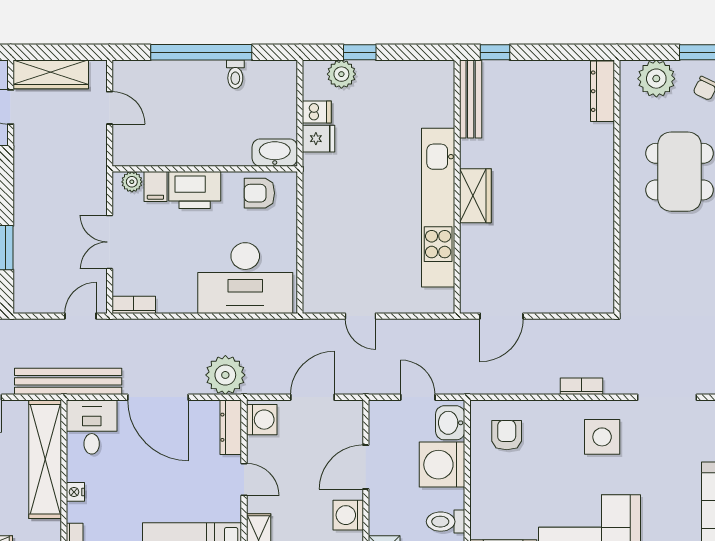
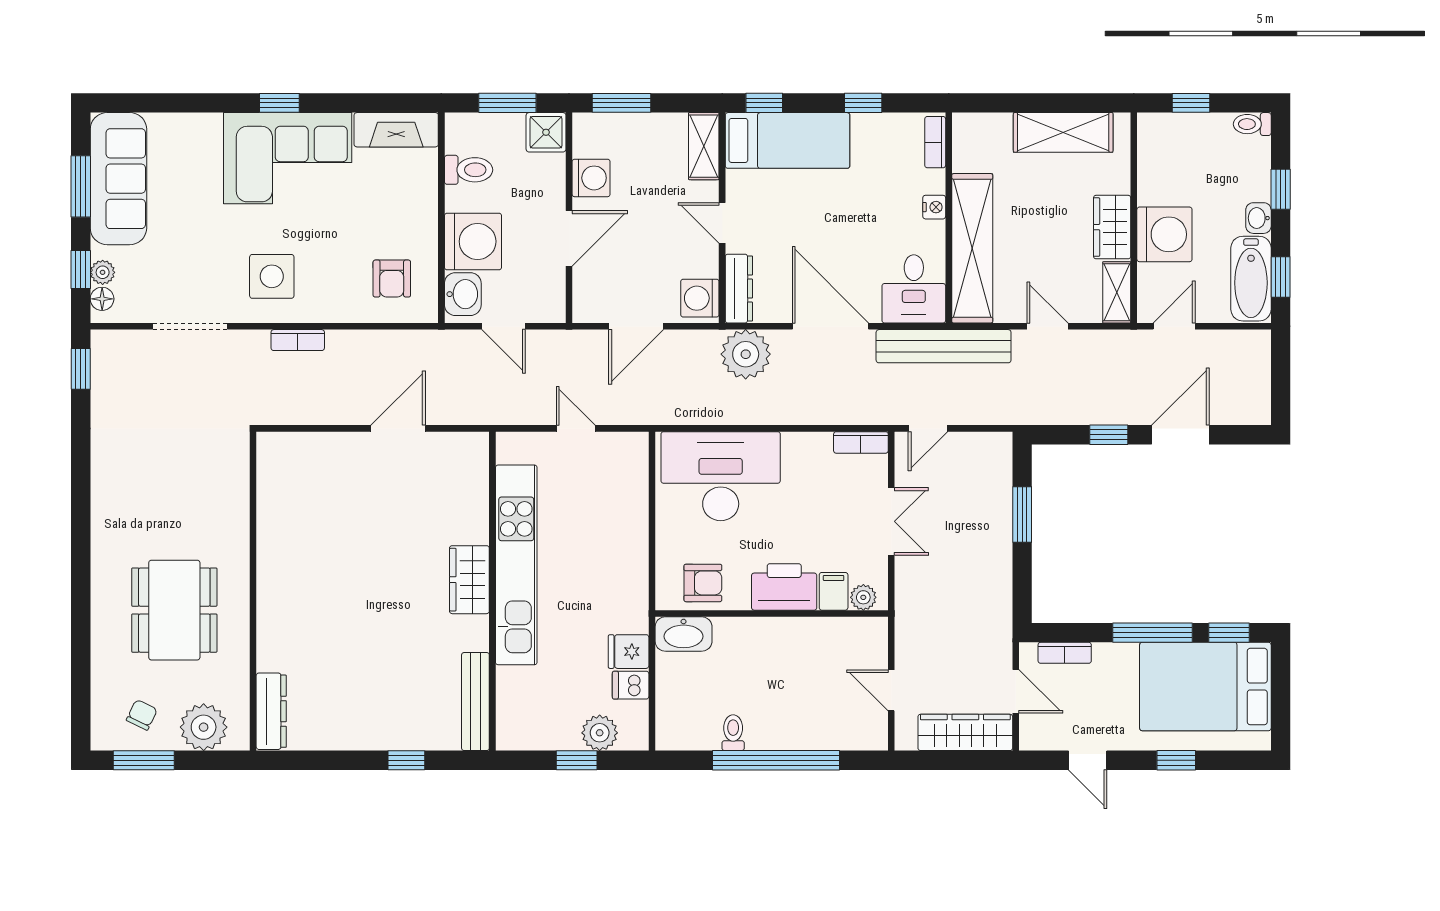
bench: (471, 99) -> (475, 702), moved
wall: (457, 187) -> (492, 591), moved
wardrobe: (475, 196) -> (469, 580), moved
kitchen unit: (438, 208) -> (516, 565), moved

